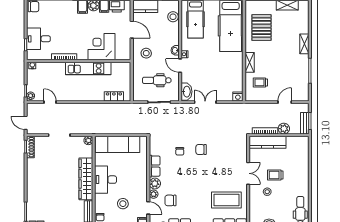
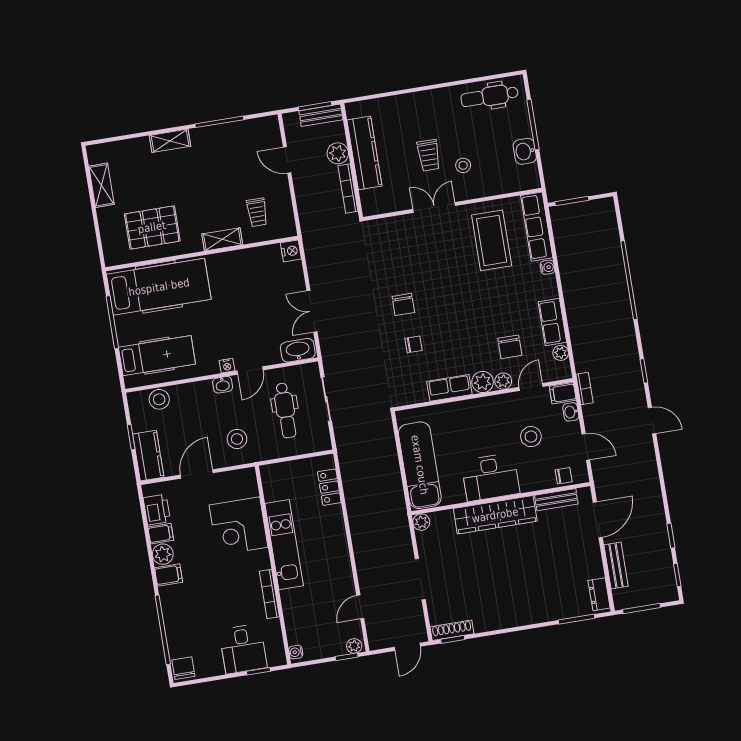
kitchen counter: (268, 142) -> (364, 153), moved

